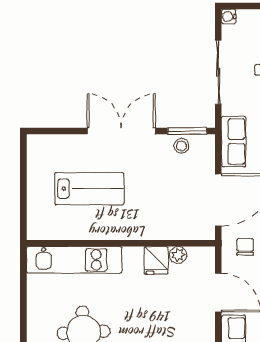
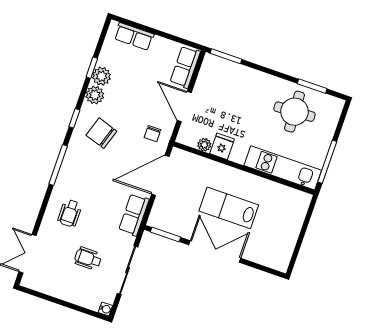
double door: (121, 131) -> (215, 252), swing flipped
stool: (181, 146) -> (174, 225), removed
lab bench: (89, 189) -> (229, 208), moved
window: (23, 286) -> (327, 162), added

